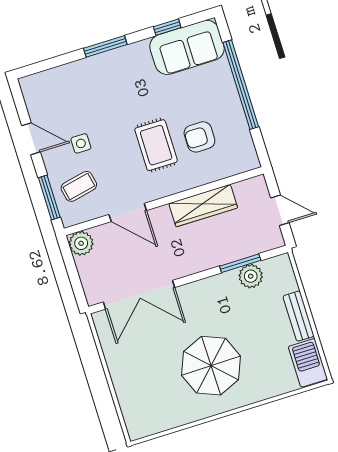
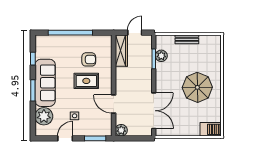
sofa: (187, 47) -> (45, 83), moved, width x1.36
plant: (61, 84) -> (44, 116), added
armchair: (199, 137) -> (89, 59), turned -90
coffee table: (79, 186) -> (94, 123), removed
wardrobe: (203, 206) -> (121, 51), moved
door: (128, 212) -> (114, 104), swing flipped
barbecue: (308, 363) -> (211, 129), moved, turned 180

